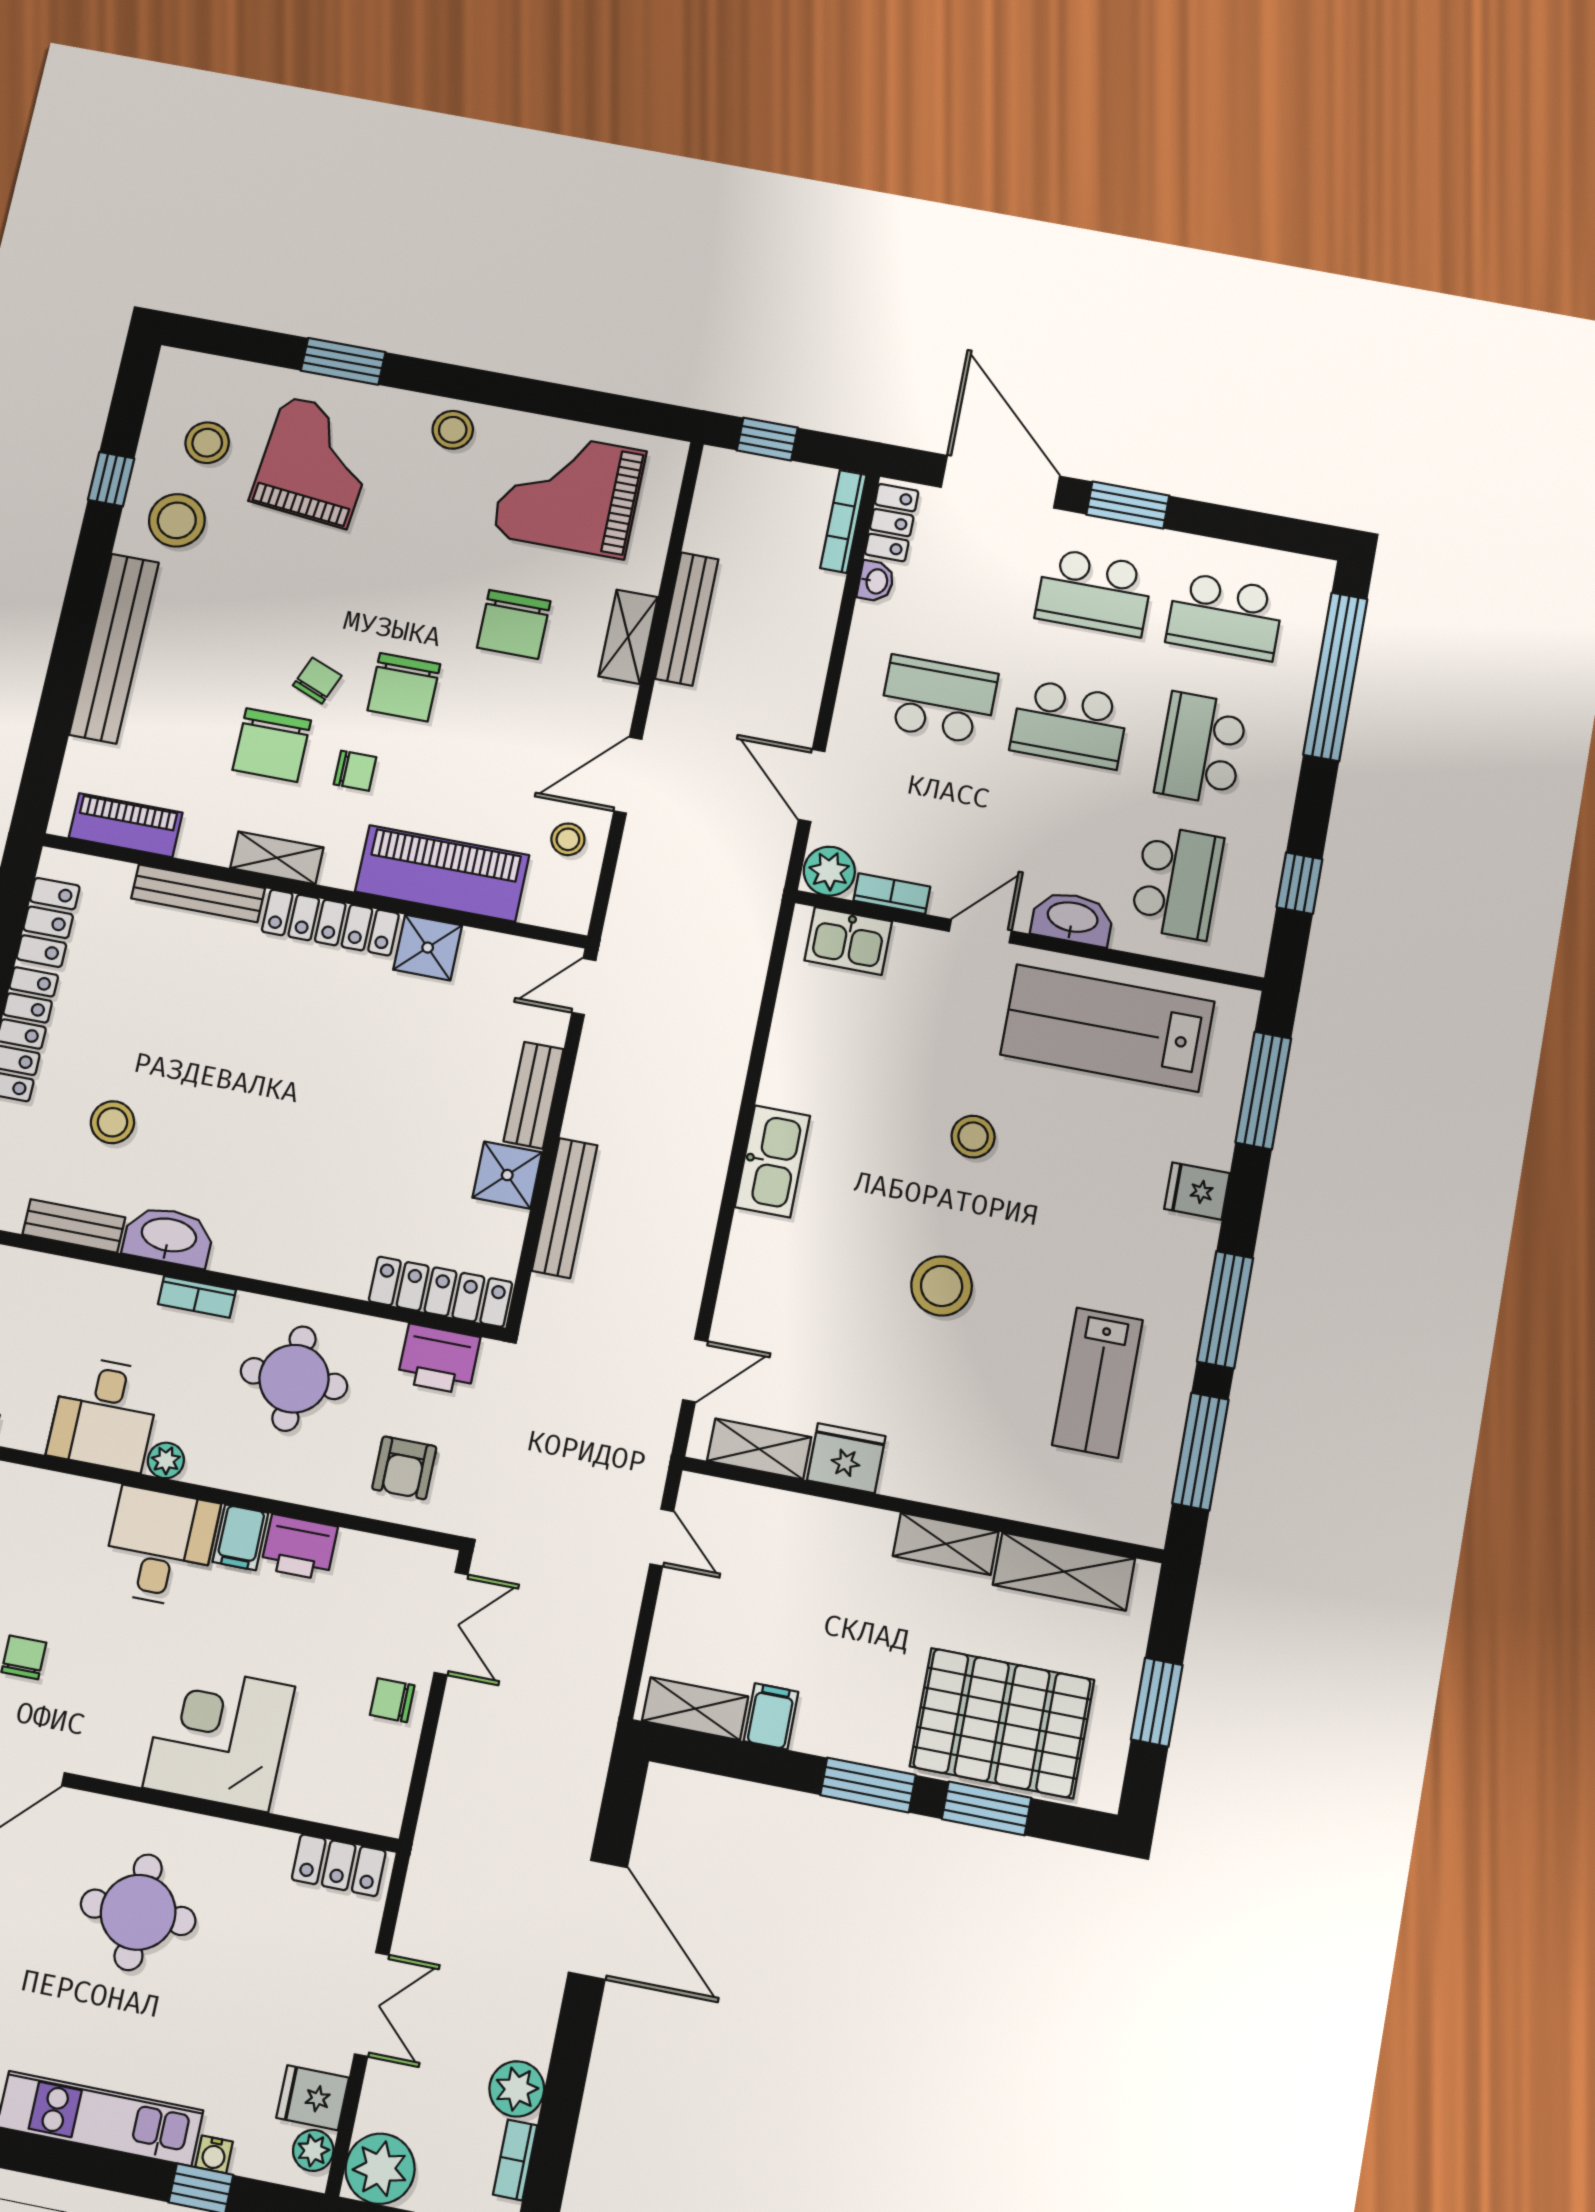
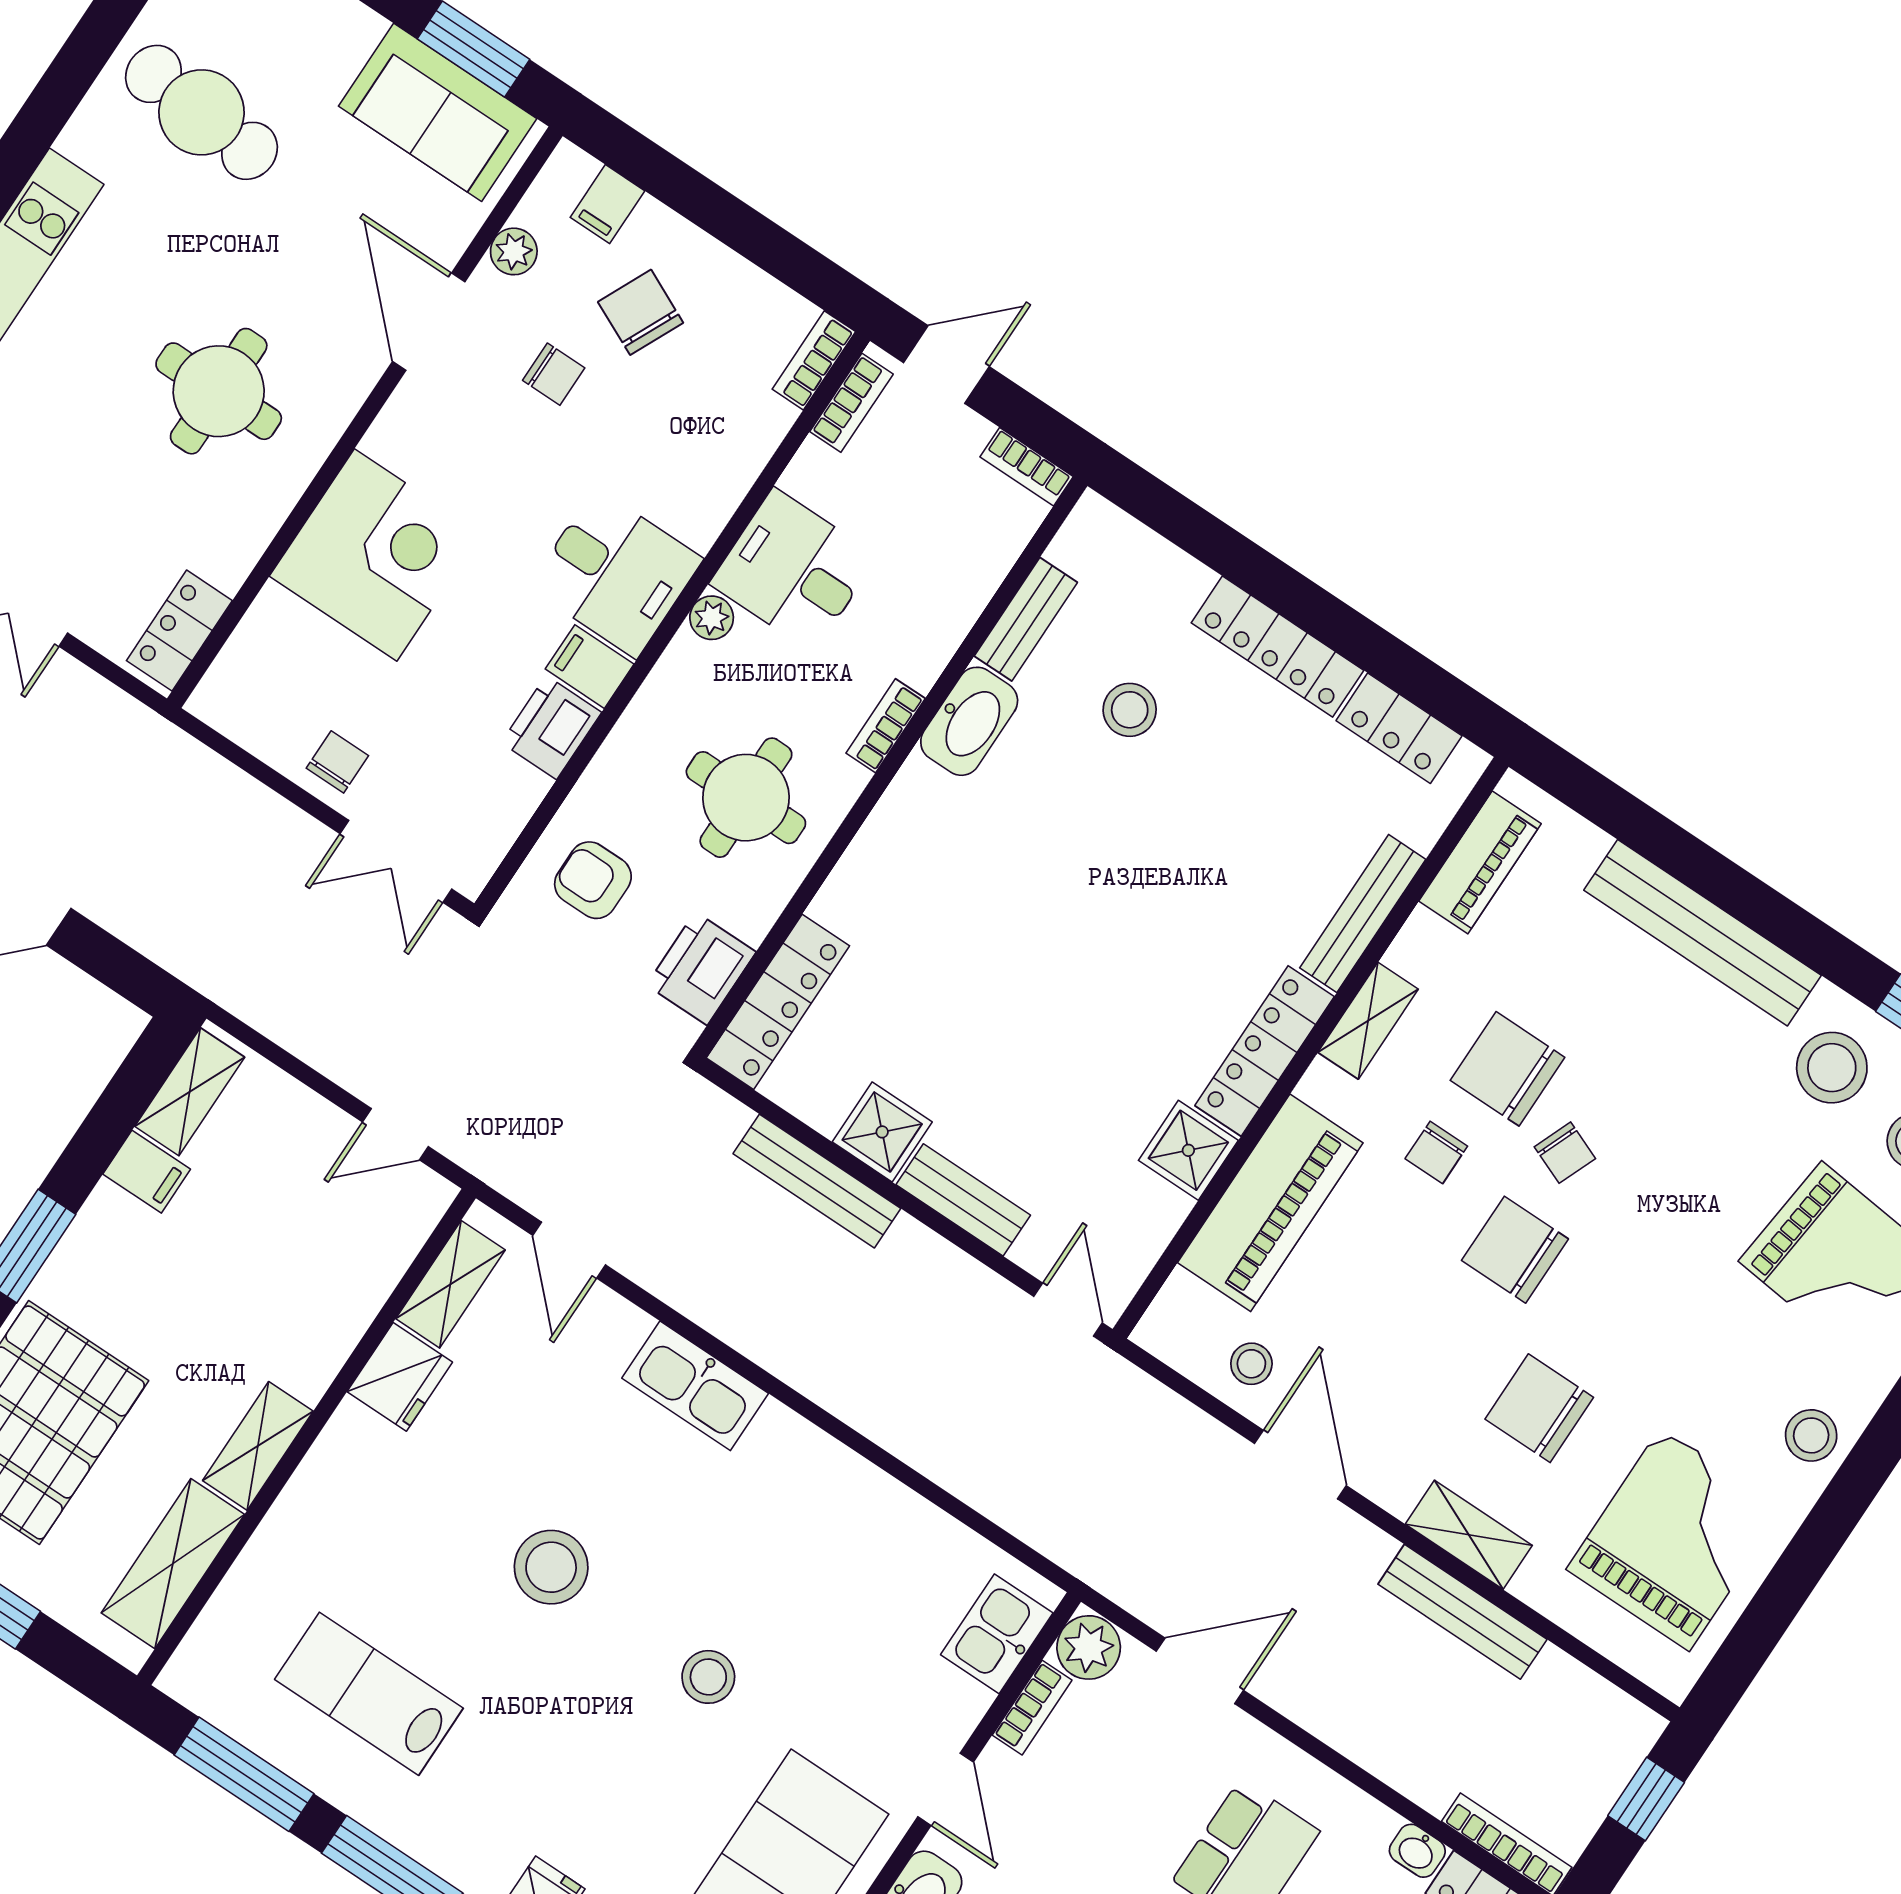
kitchen sink: (773, 1161) -> (695, 1386), moved

